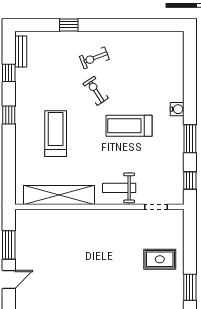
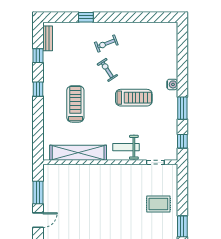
treadmill: (129, 126) -> (134, 98), turned 180

